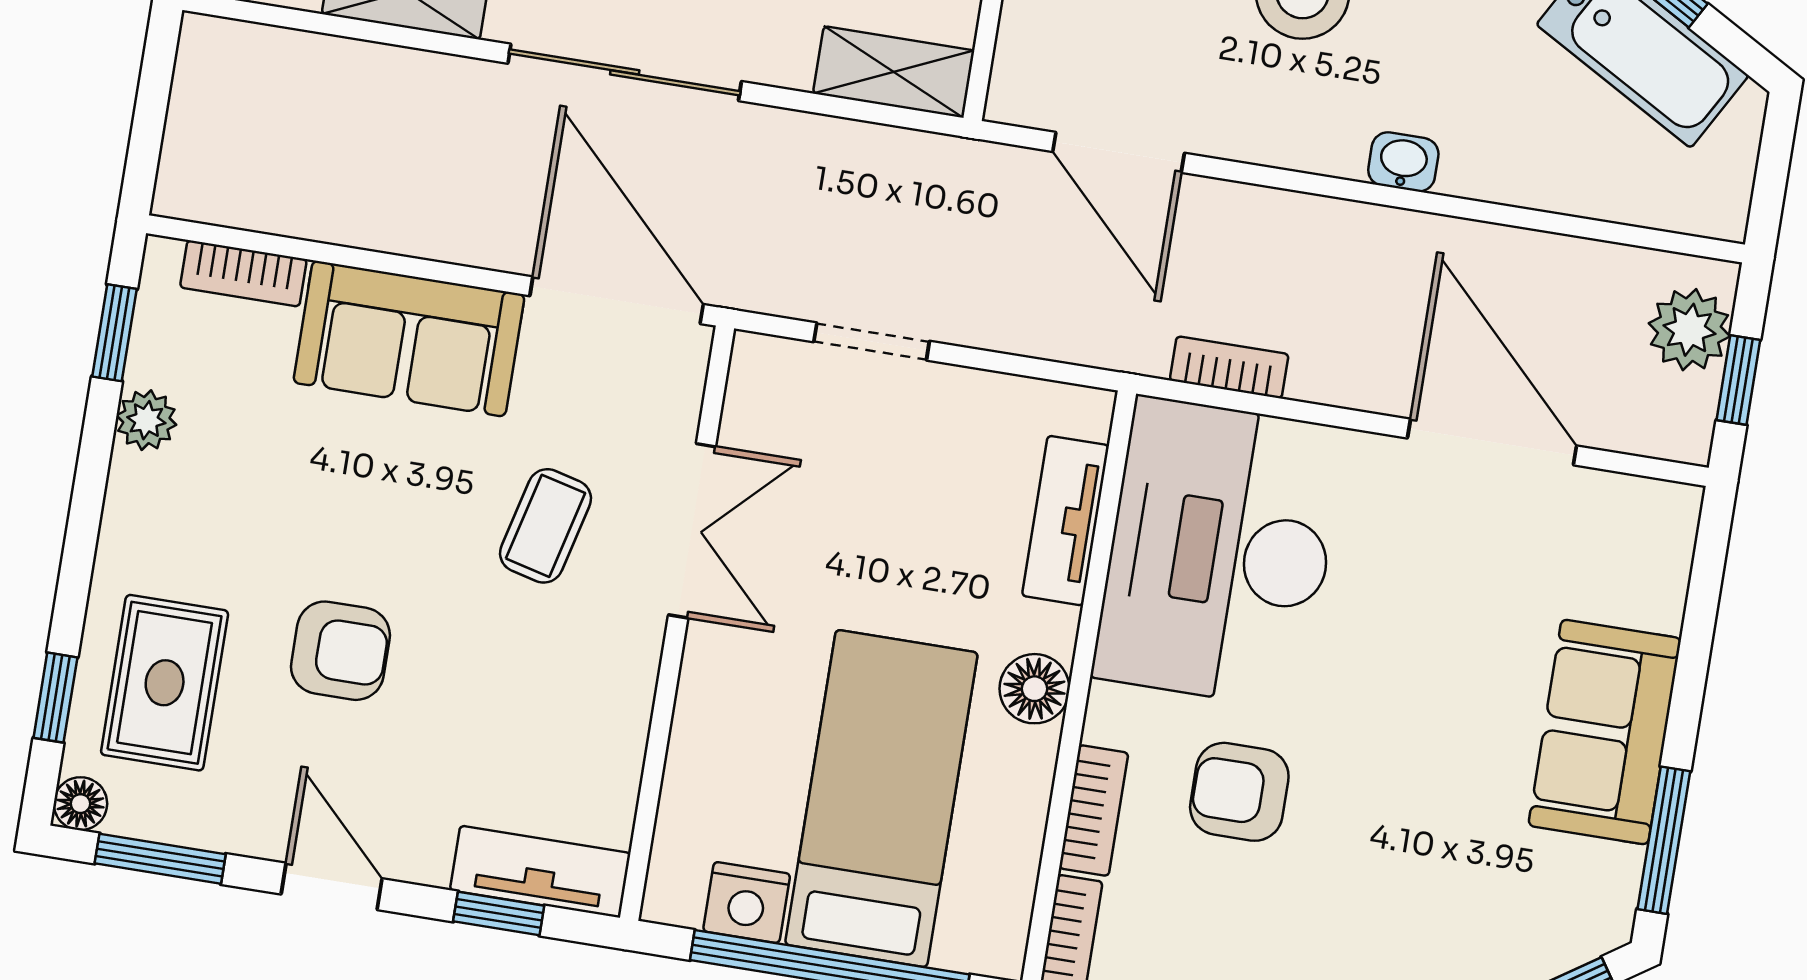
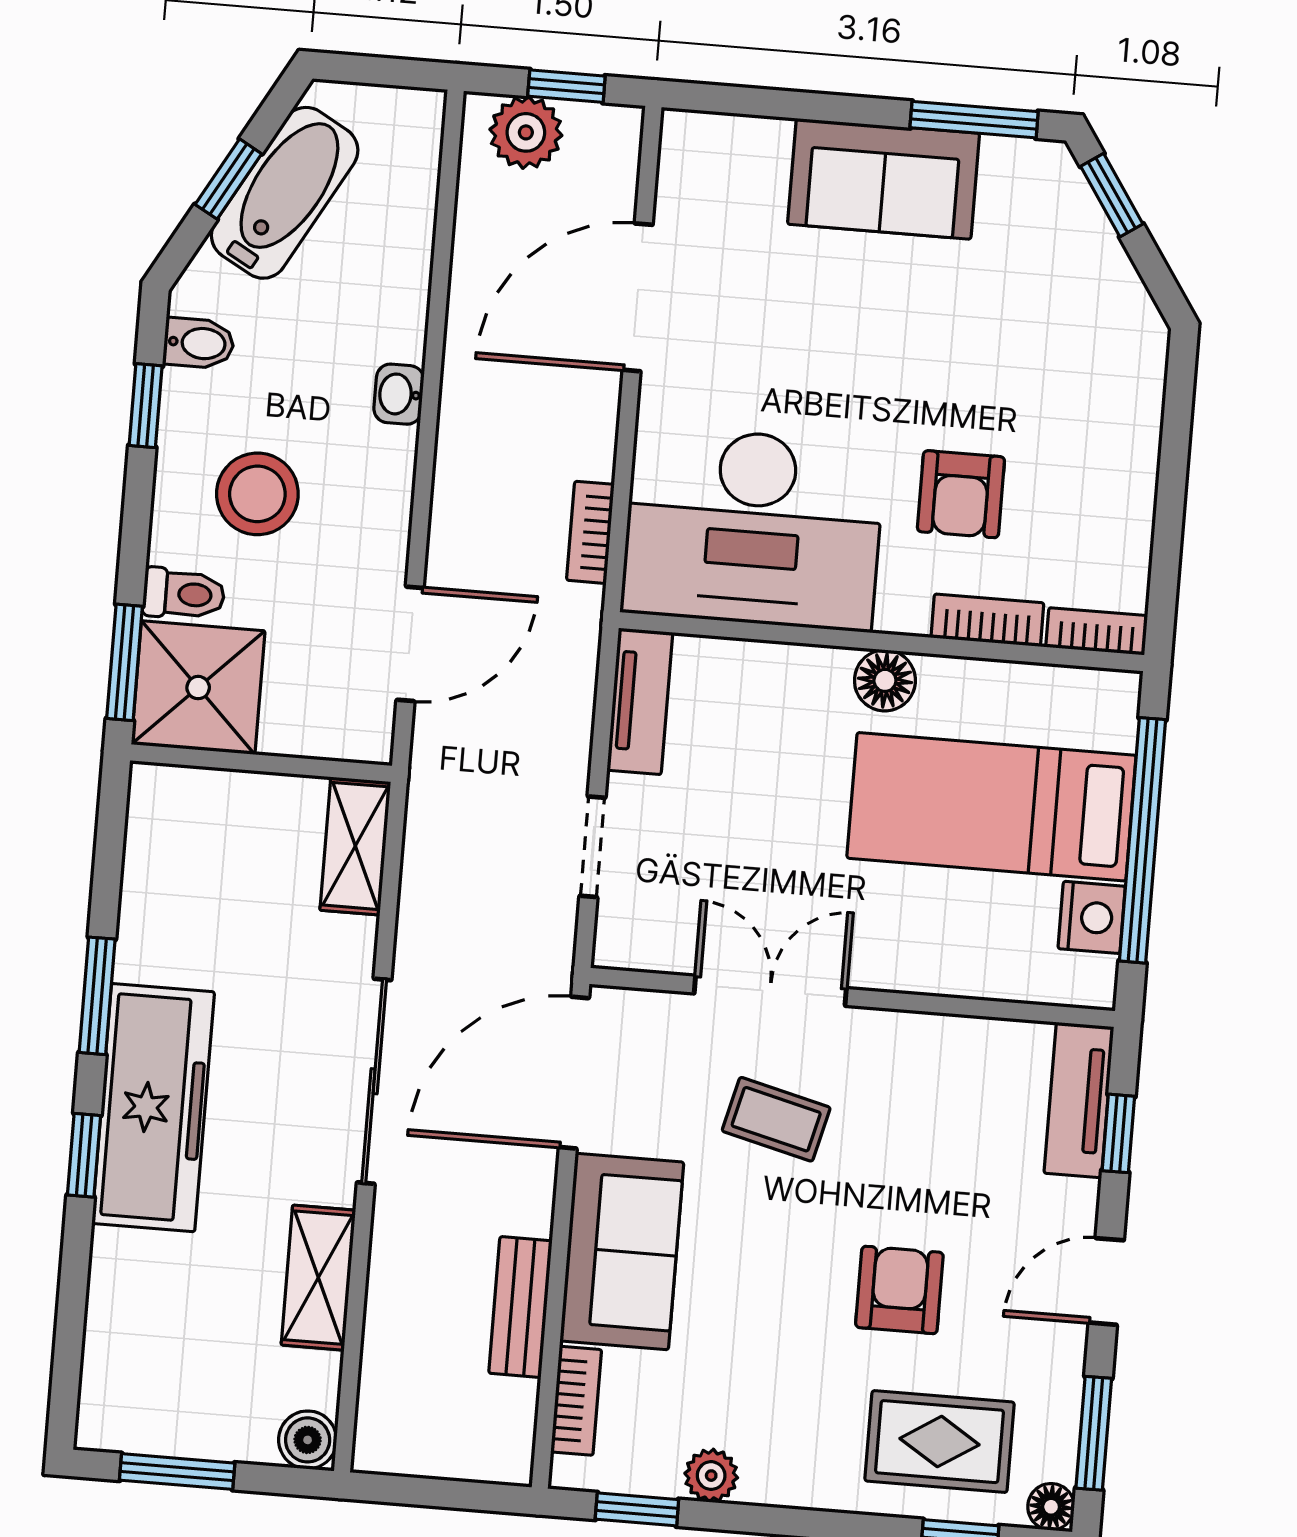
bench: (355, 218) -> (520, 1307), added
tv unit: (1065, 521) -> (640, 701), moved, turned -90

